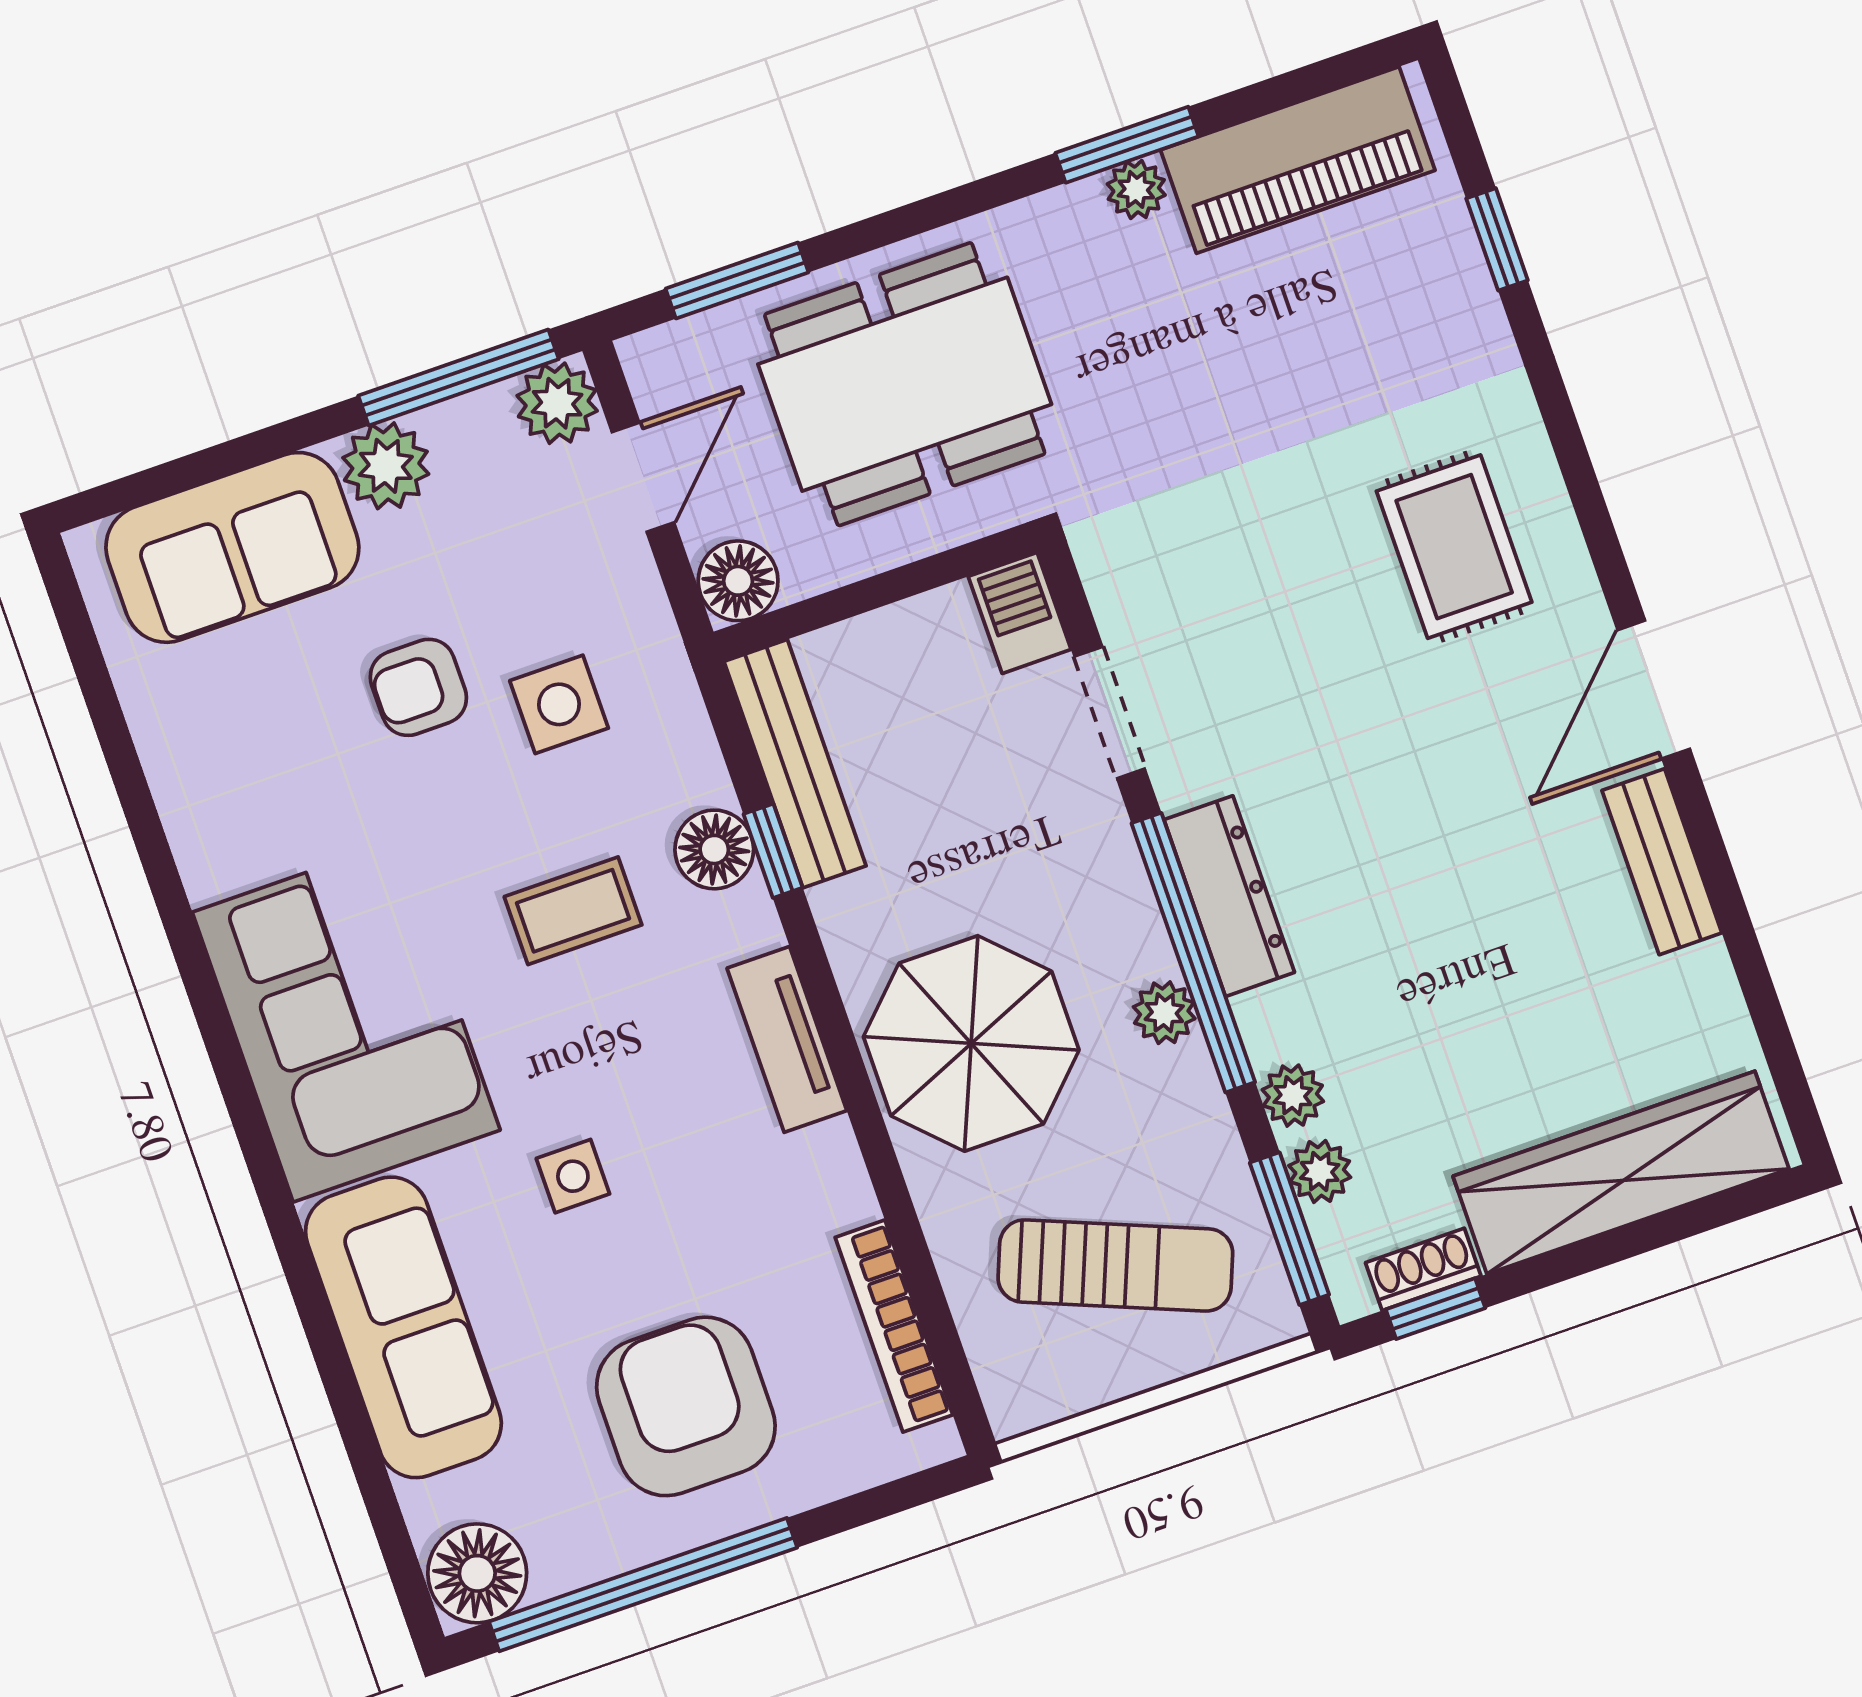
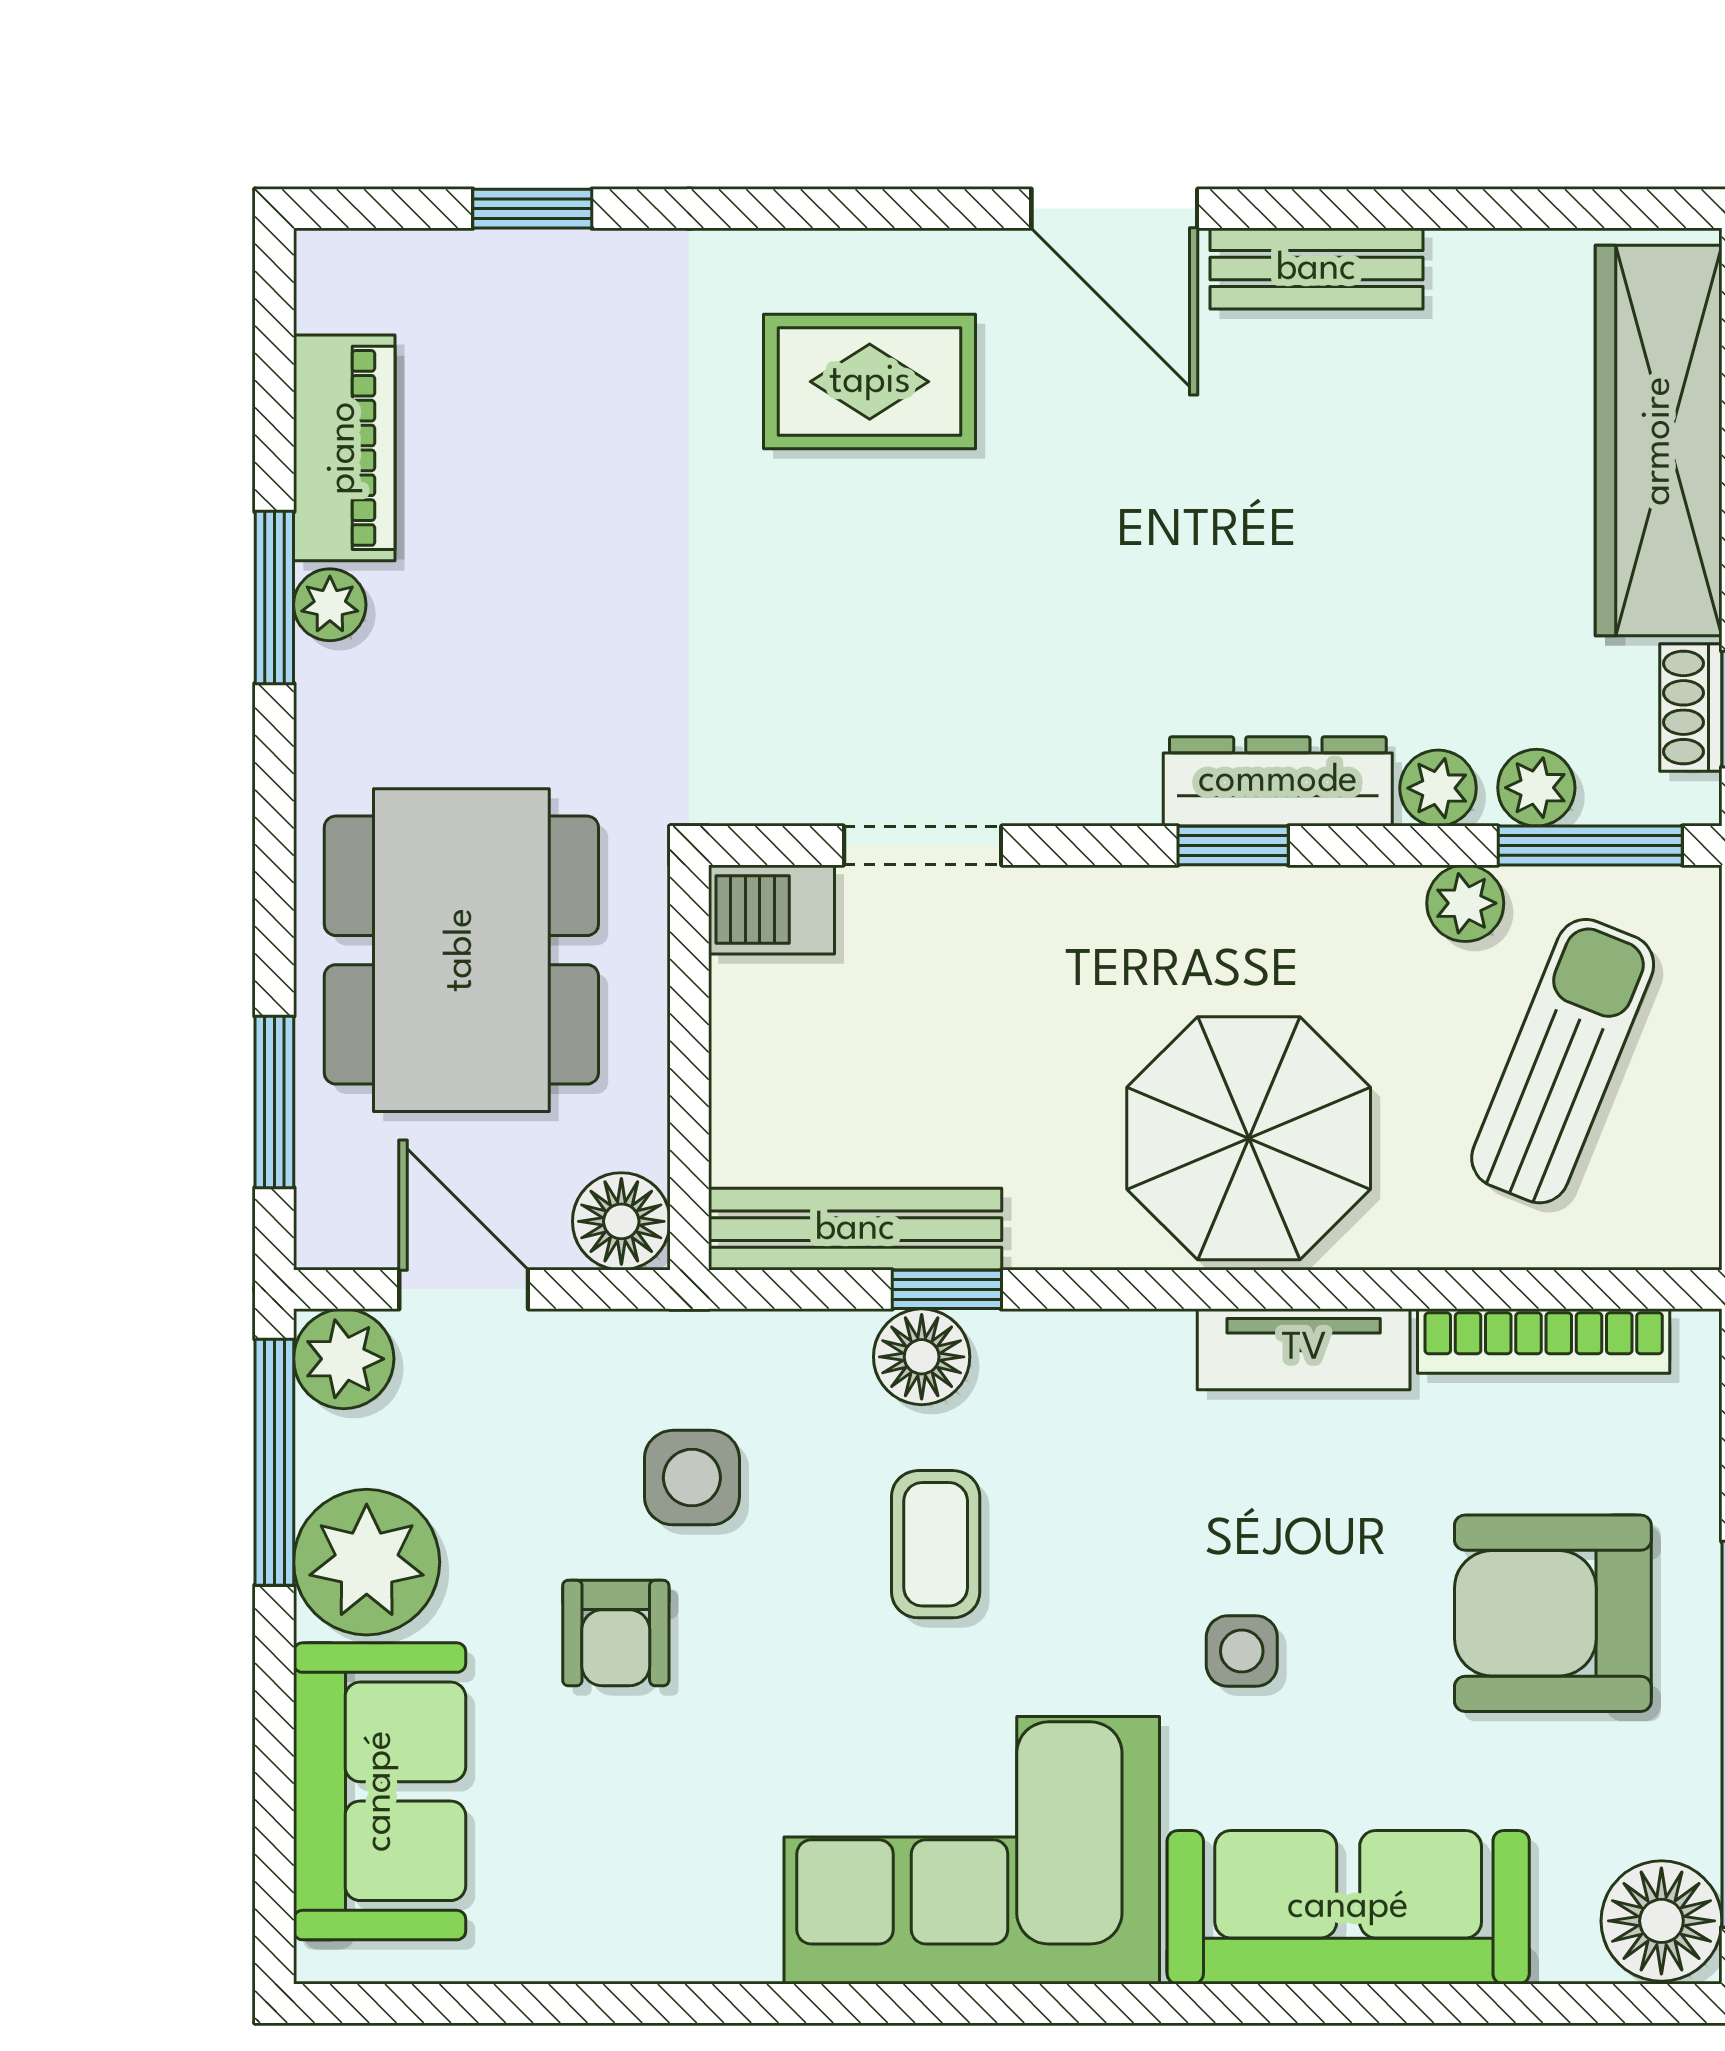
piano: (1298, 160) -> (344, 448), width x0.73, depth x0.75
plant: (386, 466) -> (367, 1562), width x1.36, depth x1.36
dresser: (1229, 896) -> (1278, 781), moved
window: (1193, 953) -> (1233, 846), width x0.32
plant: (1164, 1013) -> (1465, 903), moved
tv unit: (787, 1039) -> (1304, 1349), moved

